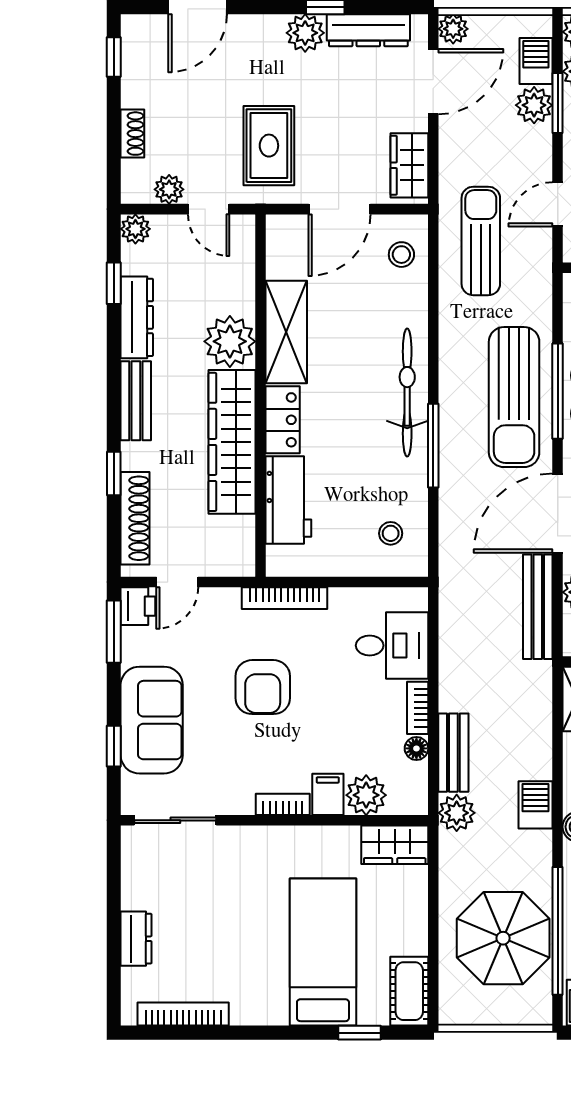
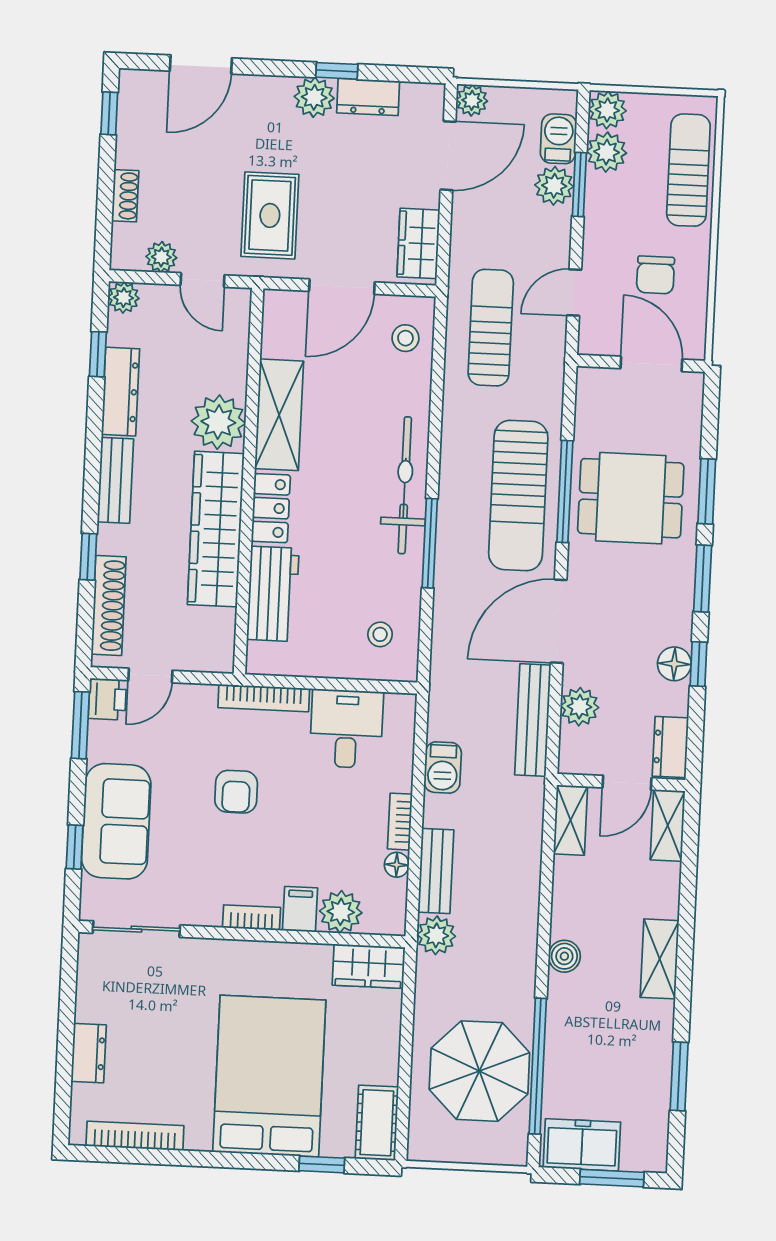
dresser: (368, 30) -> (368, 97), width x0.70
desk: (392, 645) -> (346, 729), moved, turned -90
armchair: (263, 687) -> (236, 792), width x0.72, depth x0.72
barbecue: (535, 805) -> (443, 767), moved, turned 180
bed: (323, 952) -> (269, 1076), width x1.50

